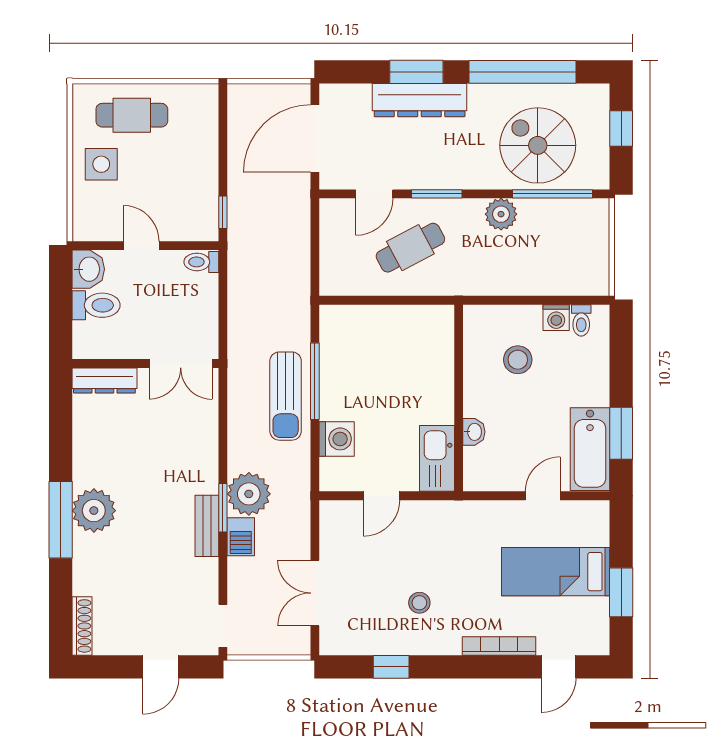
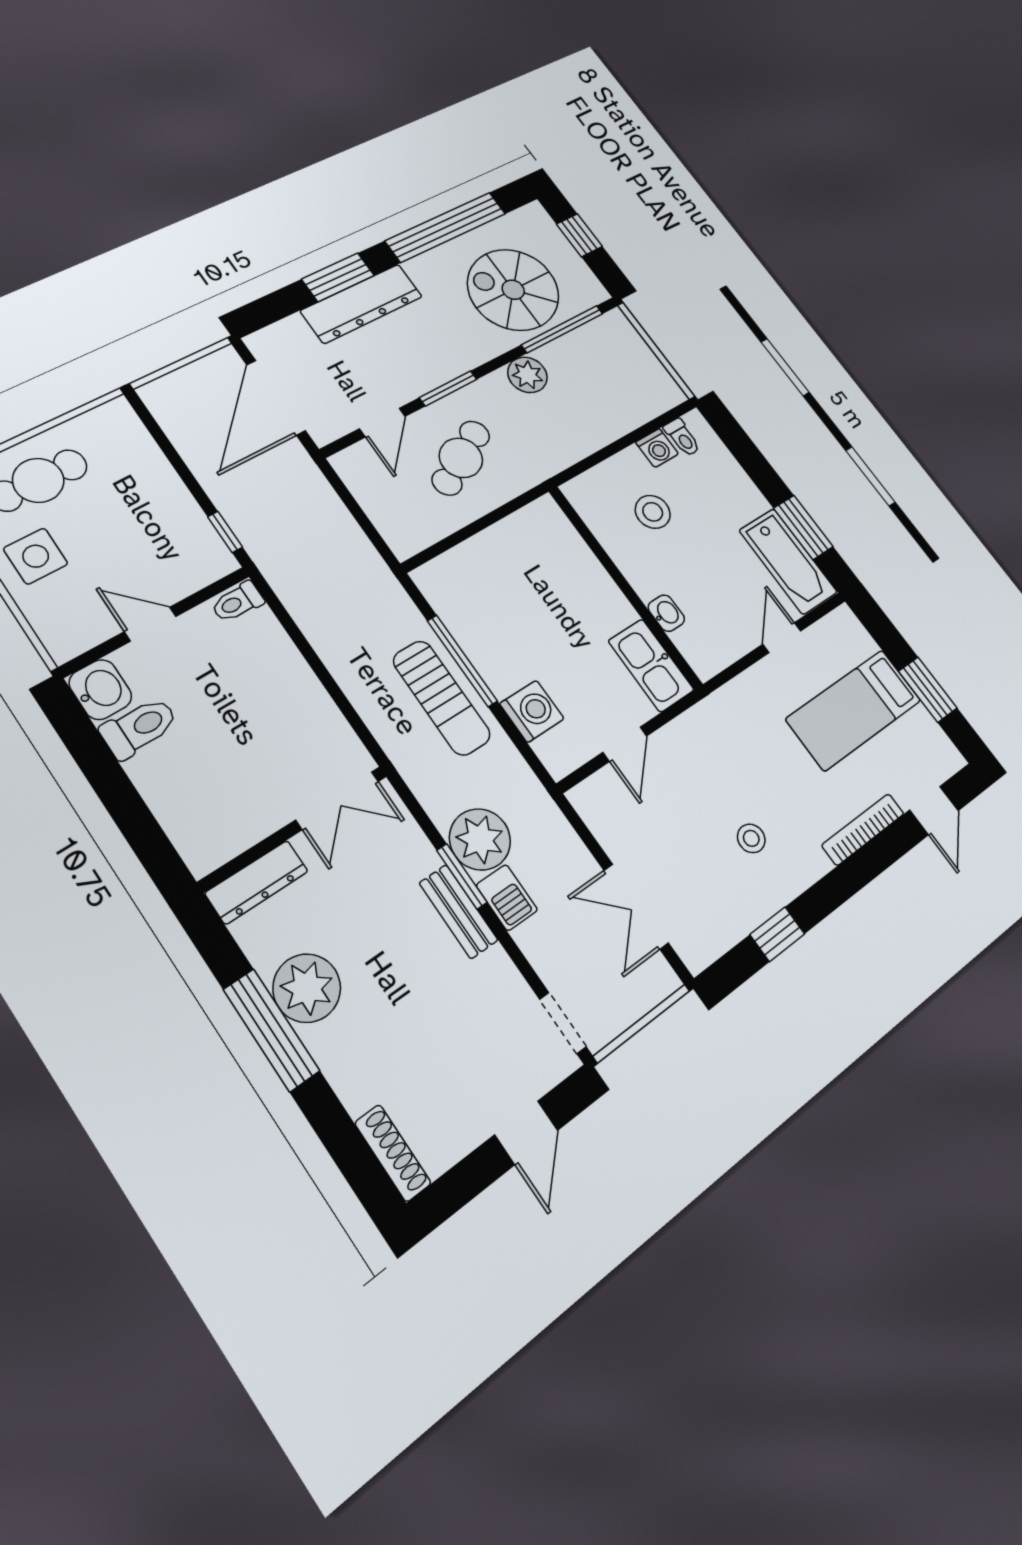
wall: (145, 364) -> (294, 828), moved
double door: (181, 364) -> (337, 800), moved
dresser: (104, 381) -> (257, 882), moved

